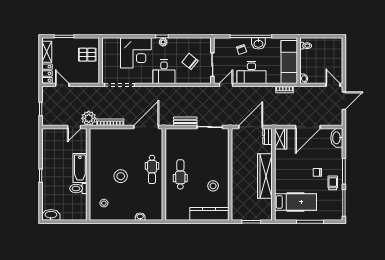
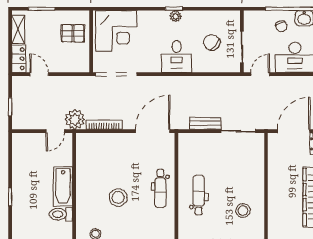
corner desk: (136, 53) -> (116, 31), moved

